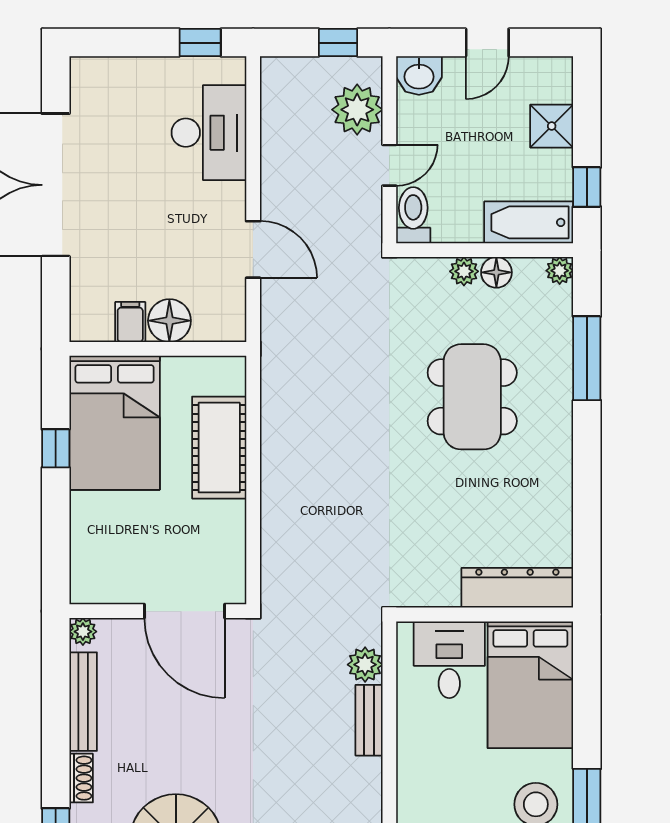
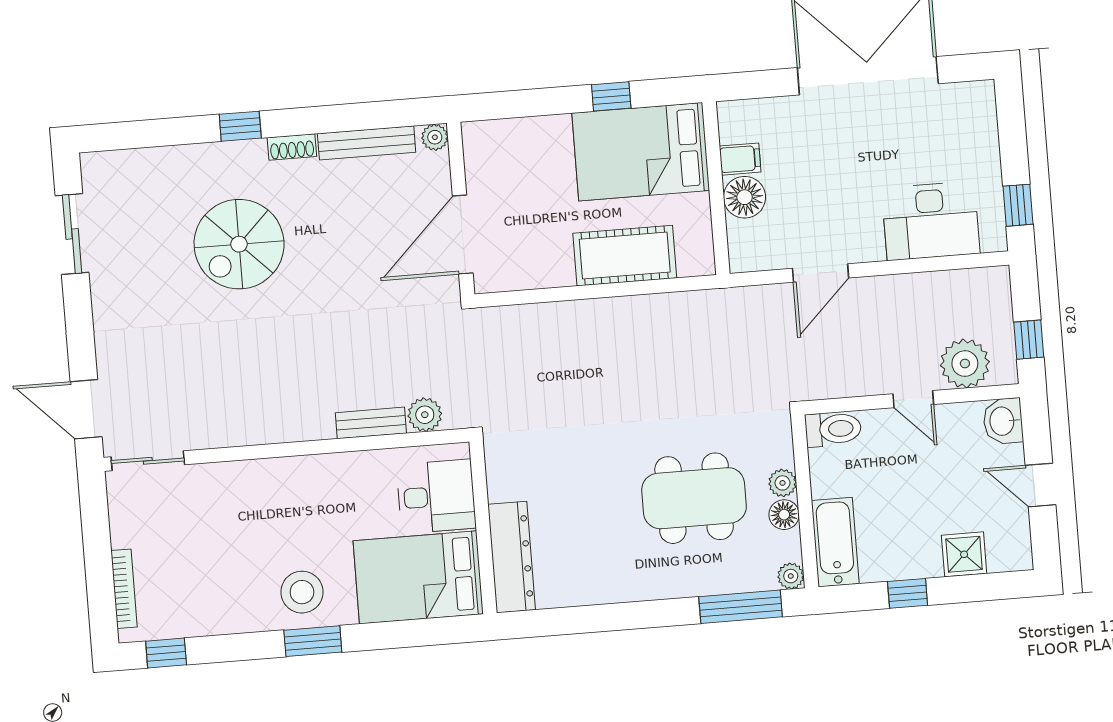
toilet: (413, 215) -> (833, 429), moved
bathtub: (529, 222) -> (835, 542), moved
wall: (485, 250) -> (805, 501), moved
plant: (464, 271) -> (783, 483), moved
plant: (560, 271) -> (791, 576), moved
floor lamp: (496, 272) -> (784, 515), moved

